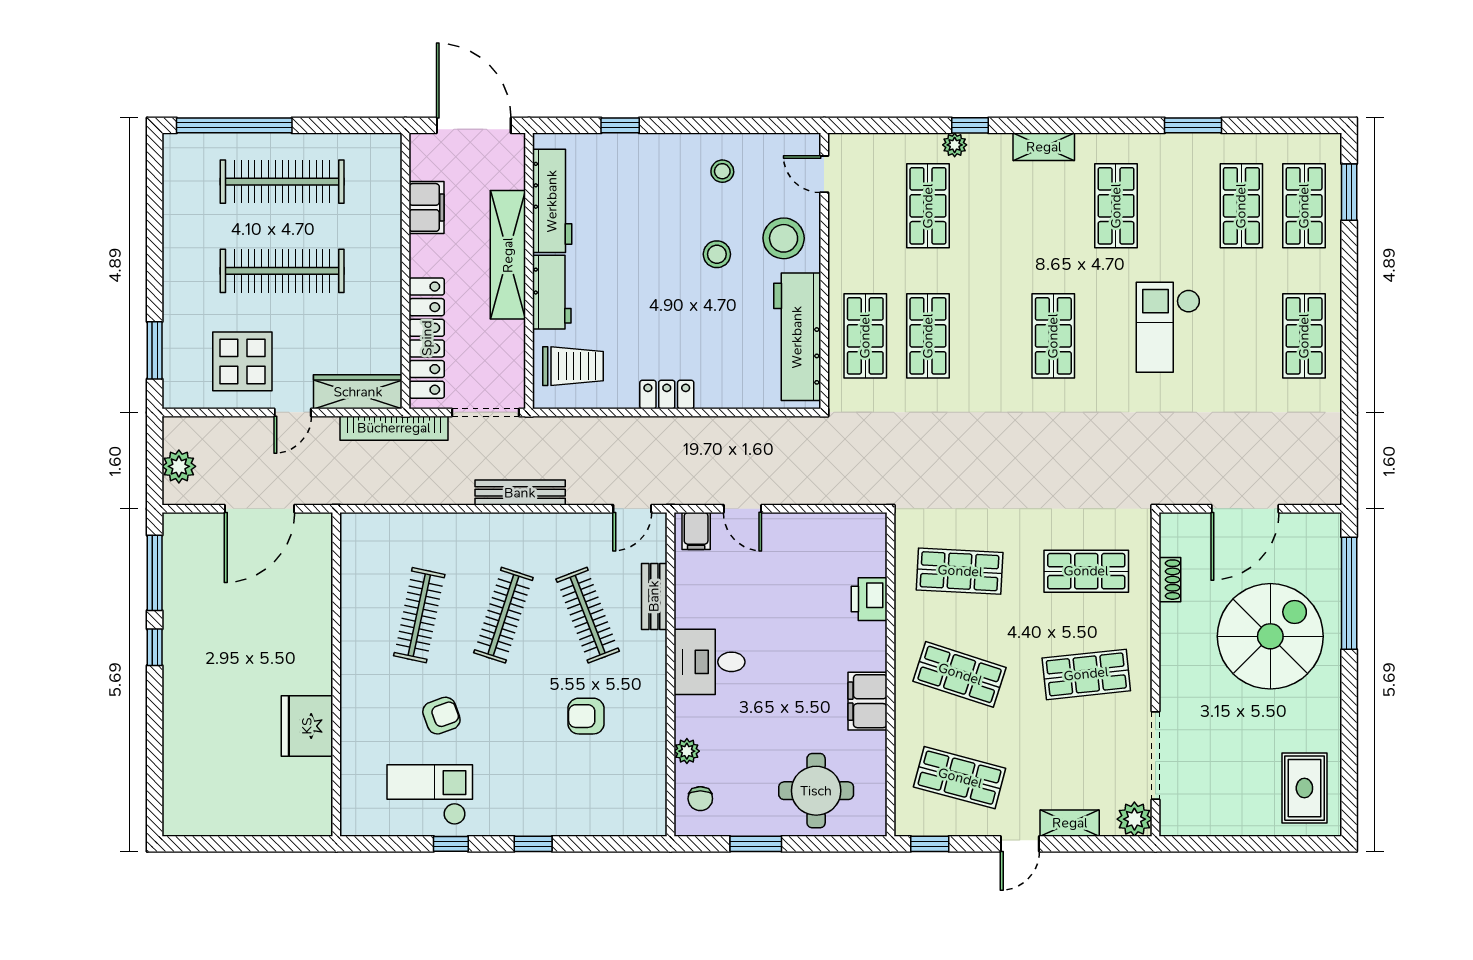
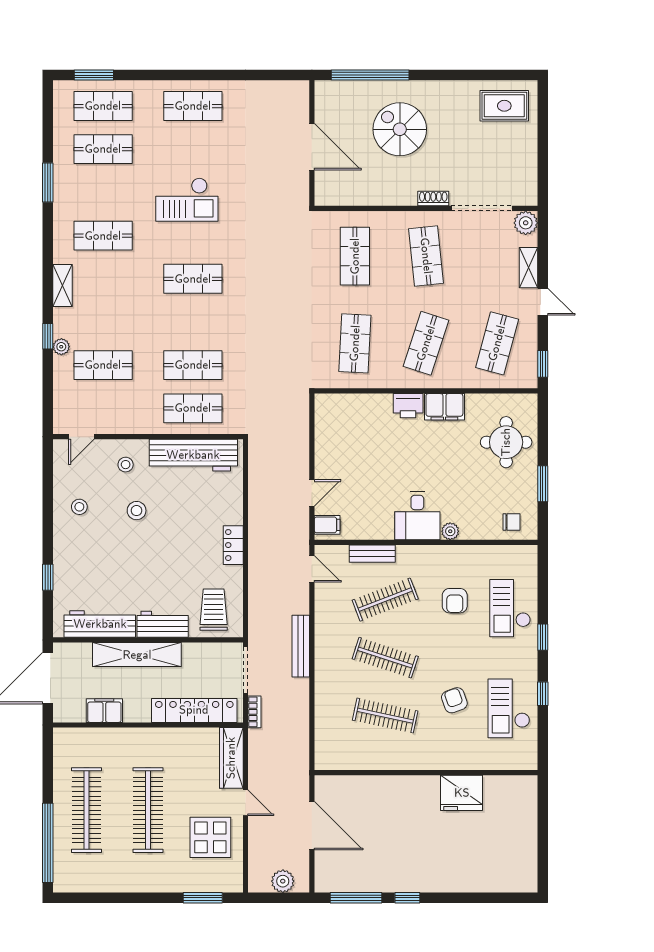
stool: (784, 238) -> (126, 465), width x0.53, depth x0.53
bookcase: (394, 428) -> (254, 712), width x0.43, depth x0.76
shoe rack: (1170, 580) -> (433, 199), moved
printer: (869, 599) -> (408, 406), moved
spiral stairs: (1270, 636) -> (400, 129), width x0.73, depth x0.73
plant: (687, 751) -> (450, 531), moved
checkout: (575, 797) -> (510, 608), added

